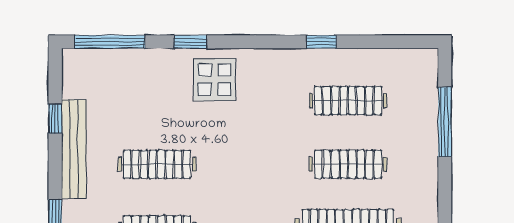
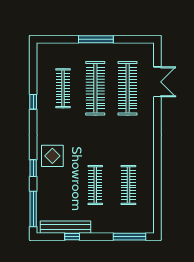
window: (445, 122) -> (96, 39), moved
bench: (74, 149) -> (65, 227), moved
clothes rail: (348, 164) -> (95, 88), width x1.37, depth x1.31

